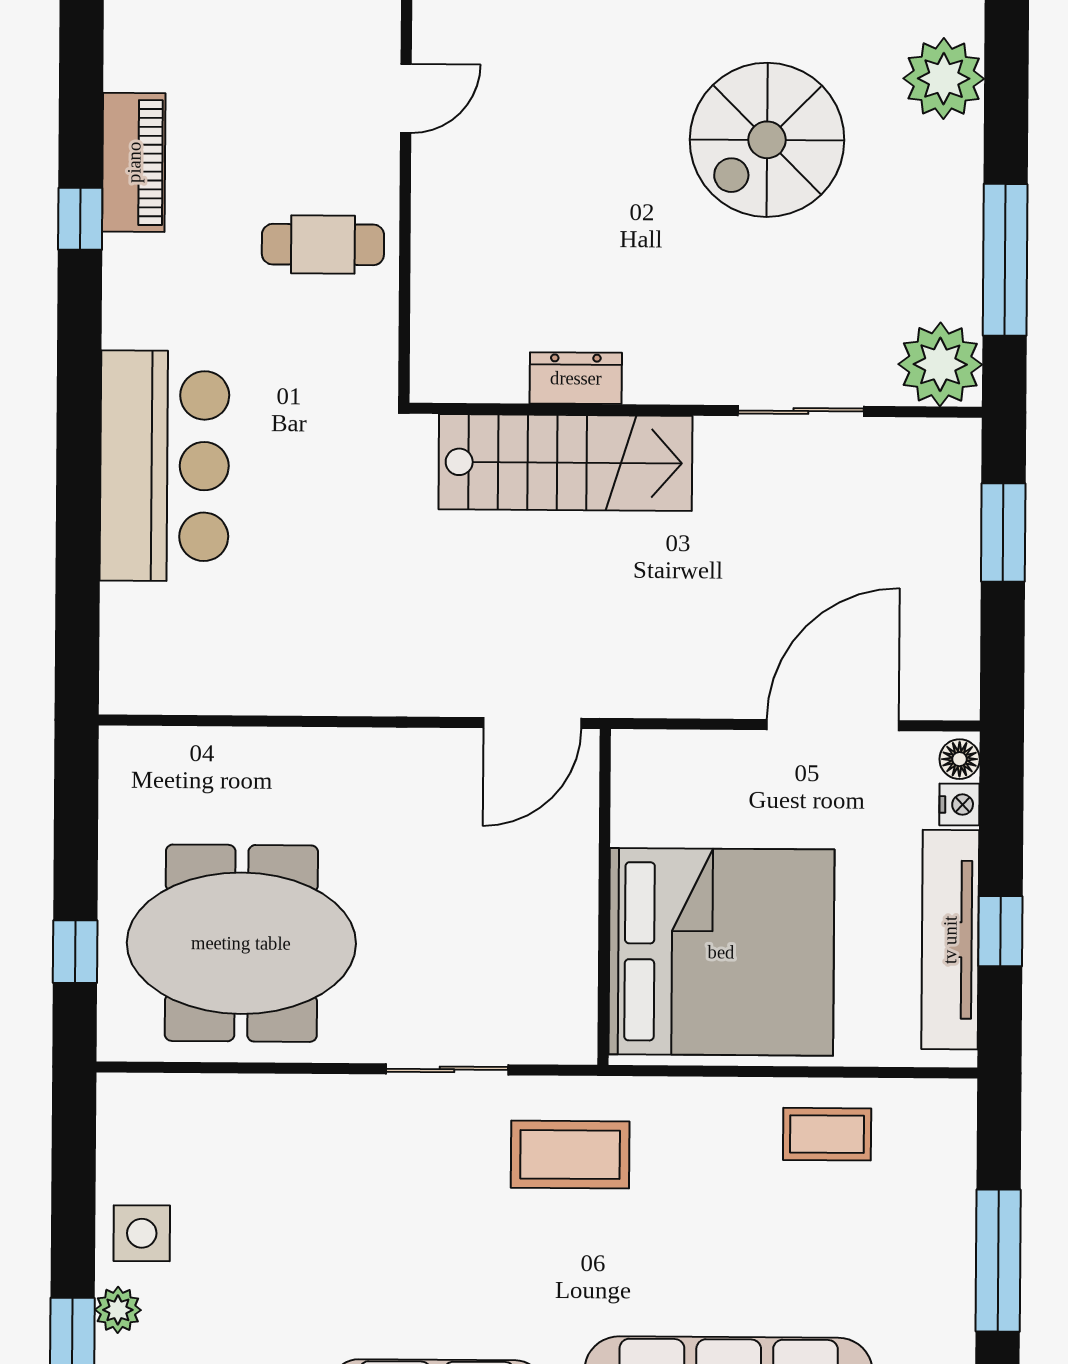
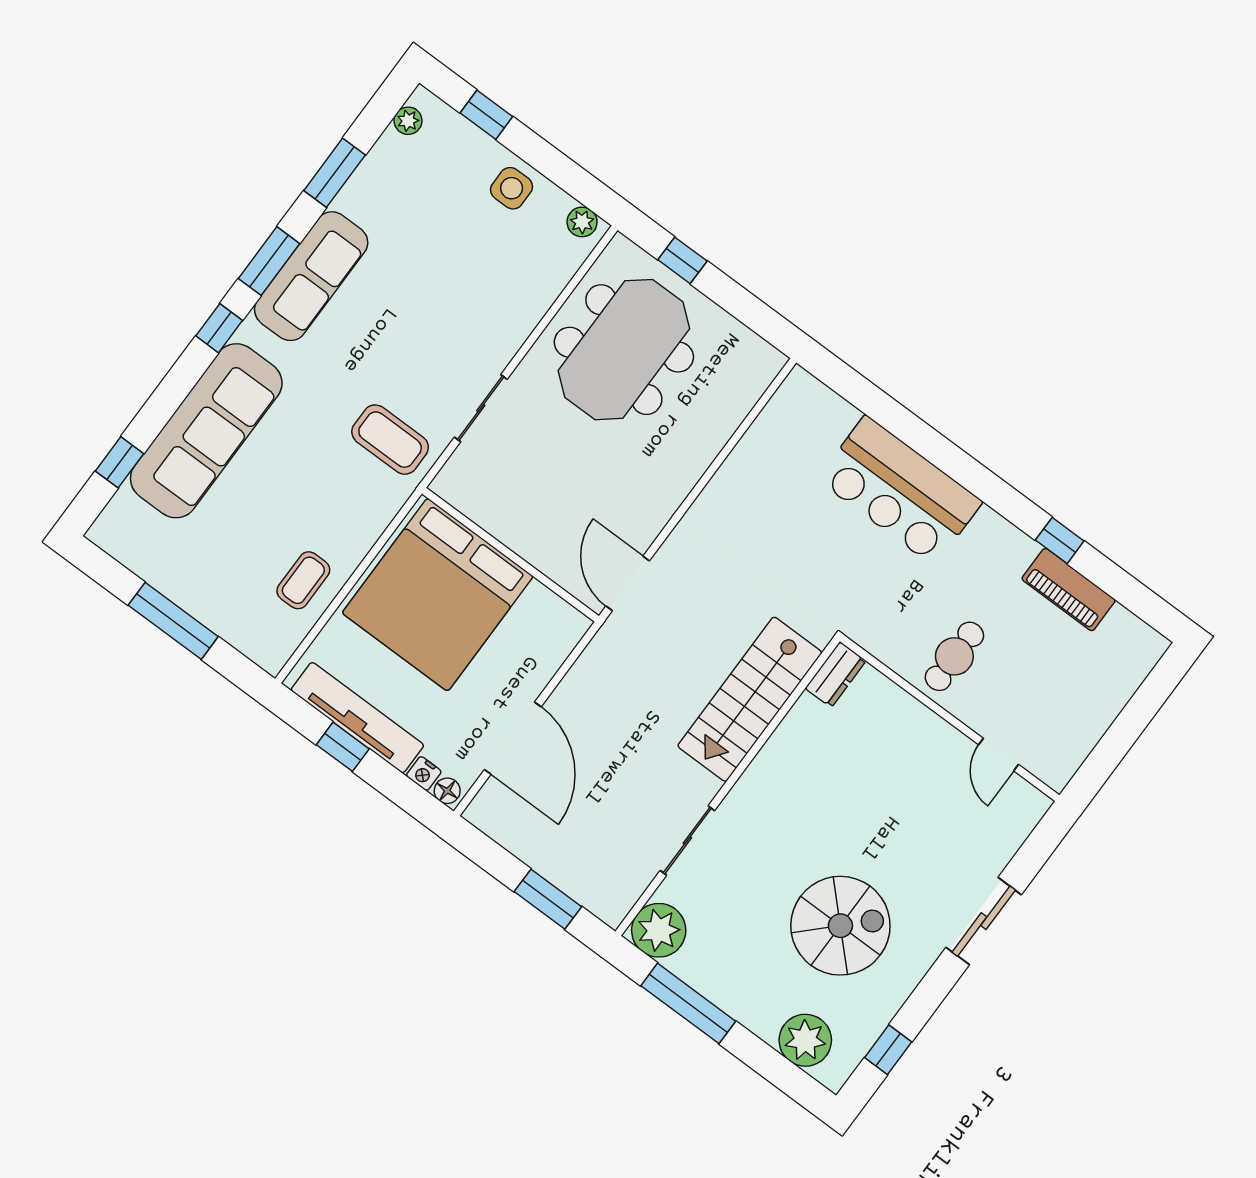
spiral stairs: (767, 140) -> (840, 926), turned 90
dresser: (576, 378) -> (836, 675), moved
coffee table: (570, 1155) -> (390, 440), turned 90
plant: (118, 1310) -> (582, 222), moved

